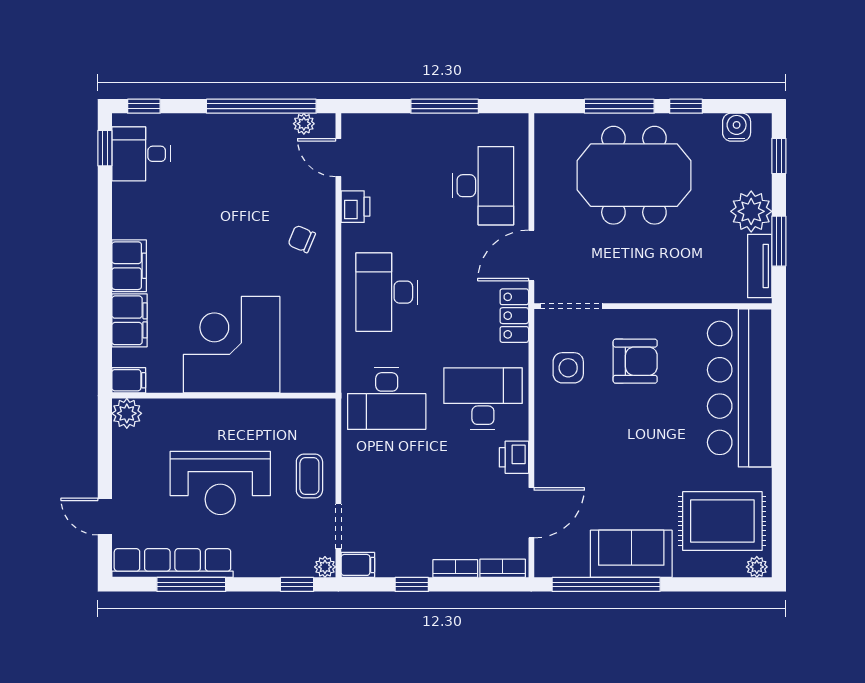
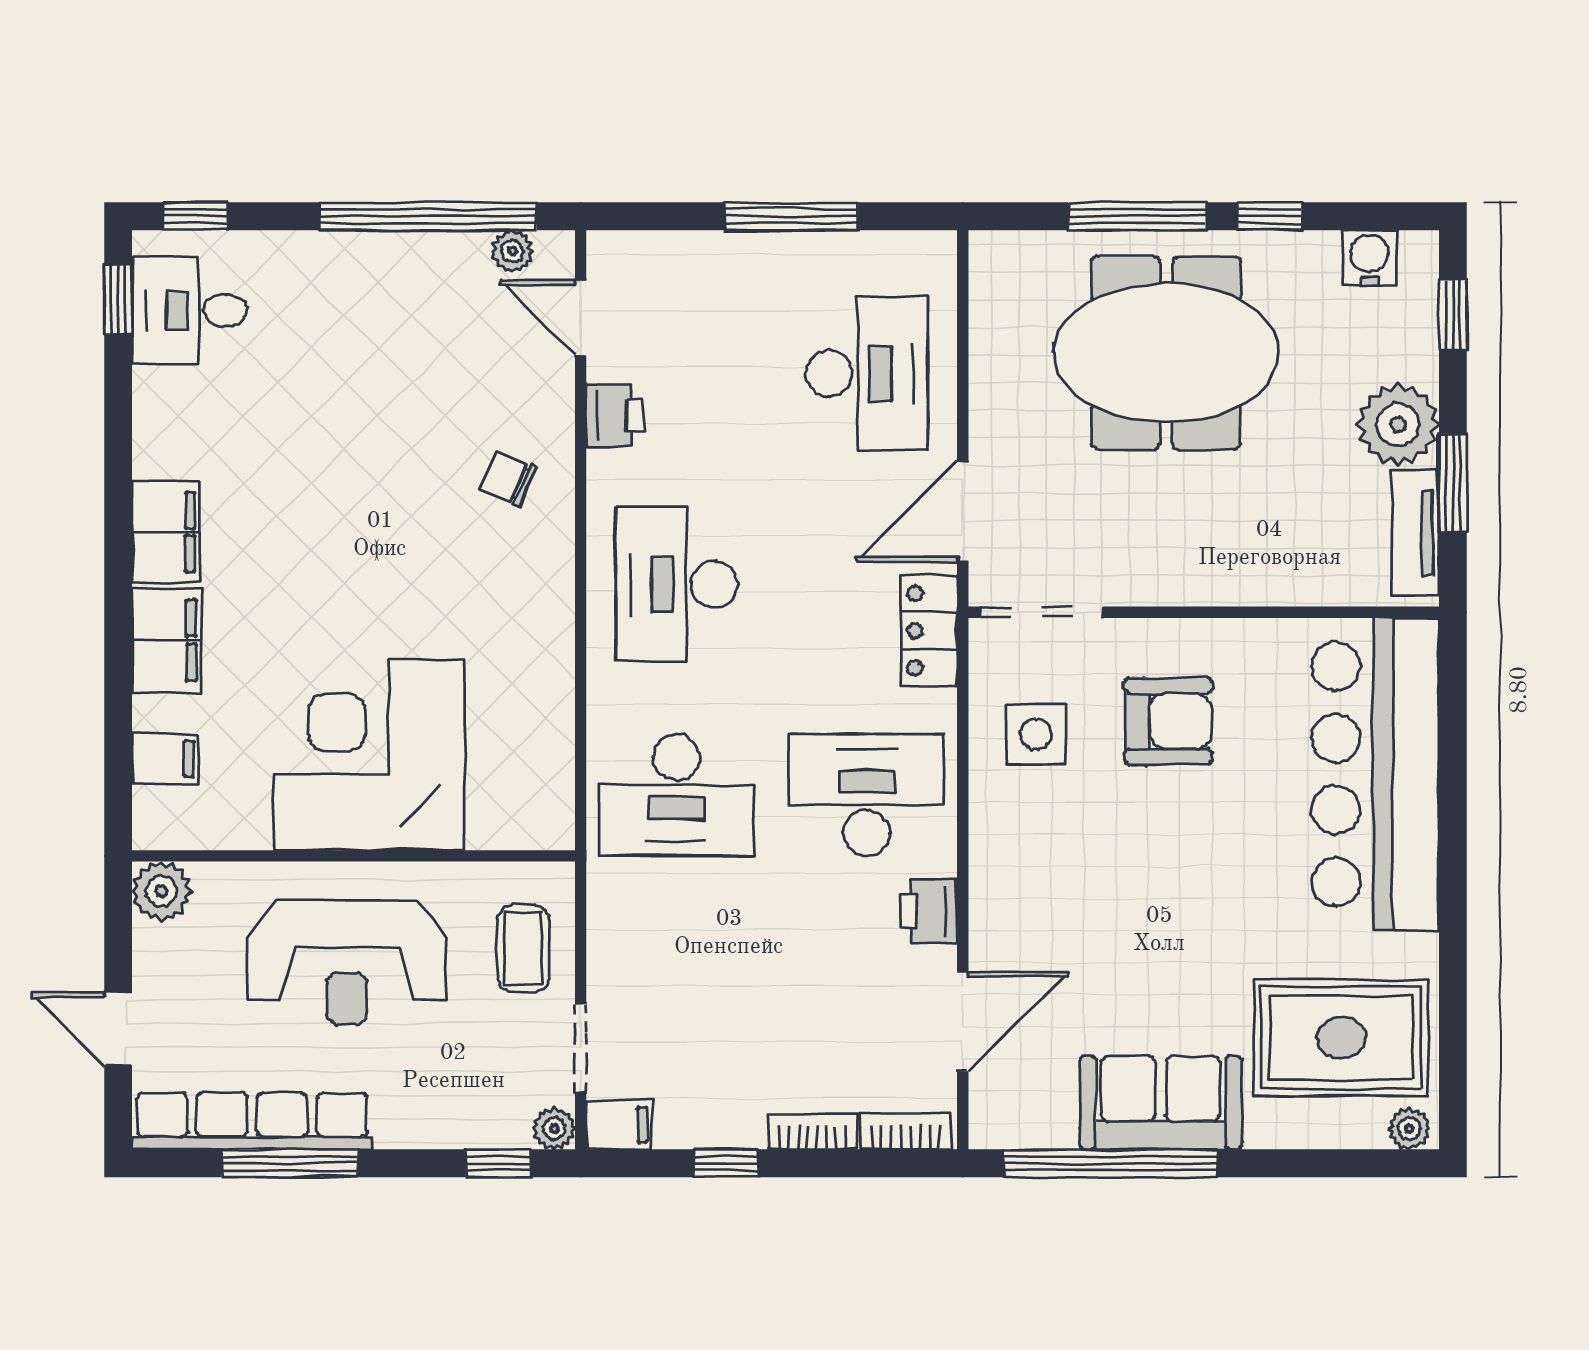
corner desk: (232, 345) -> (369, 755), moved
wall: (224, 396) -> (354, 856), moved
plant: (127, 413) -> (162, 891), moved

